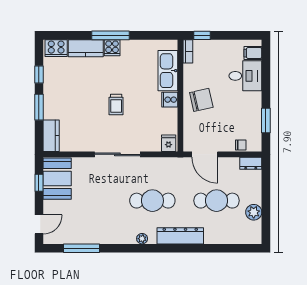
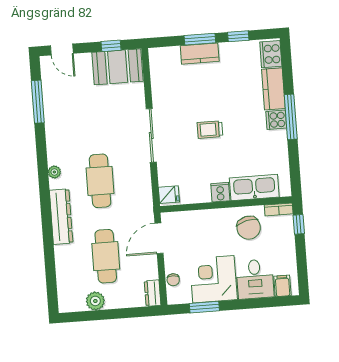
chair: (201, 100) -> (249, 228), moved
corner desk: (243, 111) -> (213, 279), added
kitchen counter: (51, 136) -> (200, 54), moved

